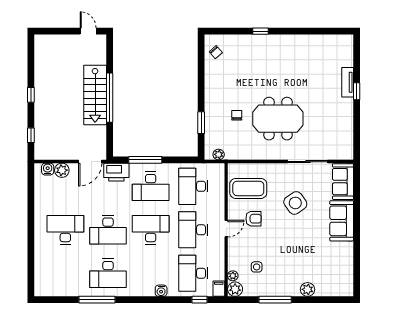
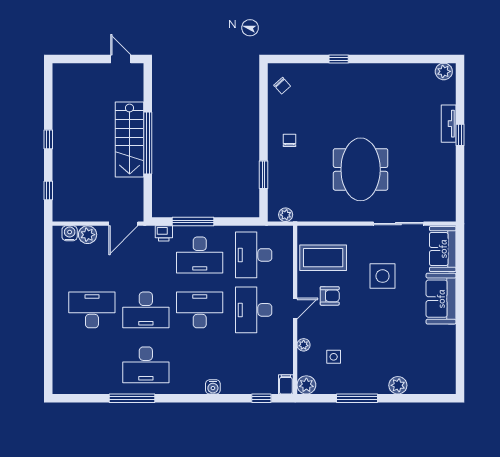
plant: (344, 41) -> (444, 71), added
chair: (237, 115) -> (290, 140), moved
meeting table: (278, 119) -> (361, 169), turned 90
printer: (116, 172) -> (164, 233), width x0.53, depth x0.68
side table: (295, 203) -> (383, 276), turned 35
desk: (193, 273) -> (254, 365), removed
plant: (233, 276) -> (304, 345), moved

